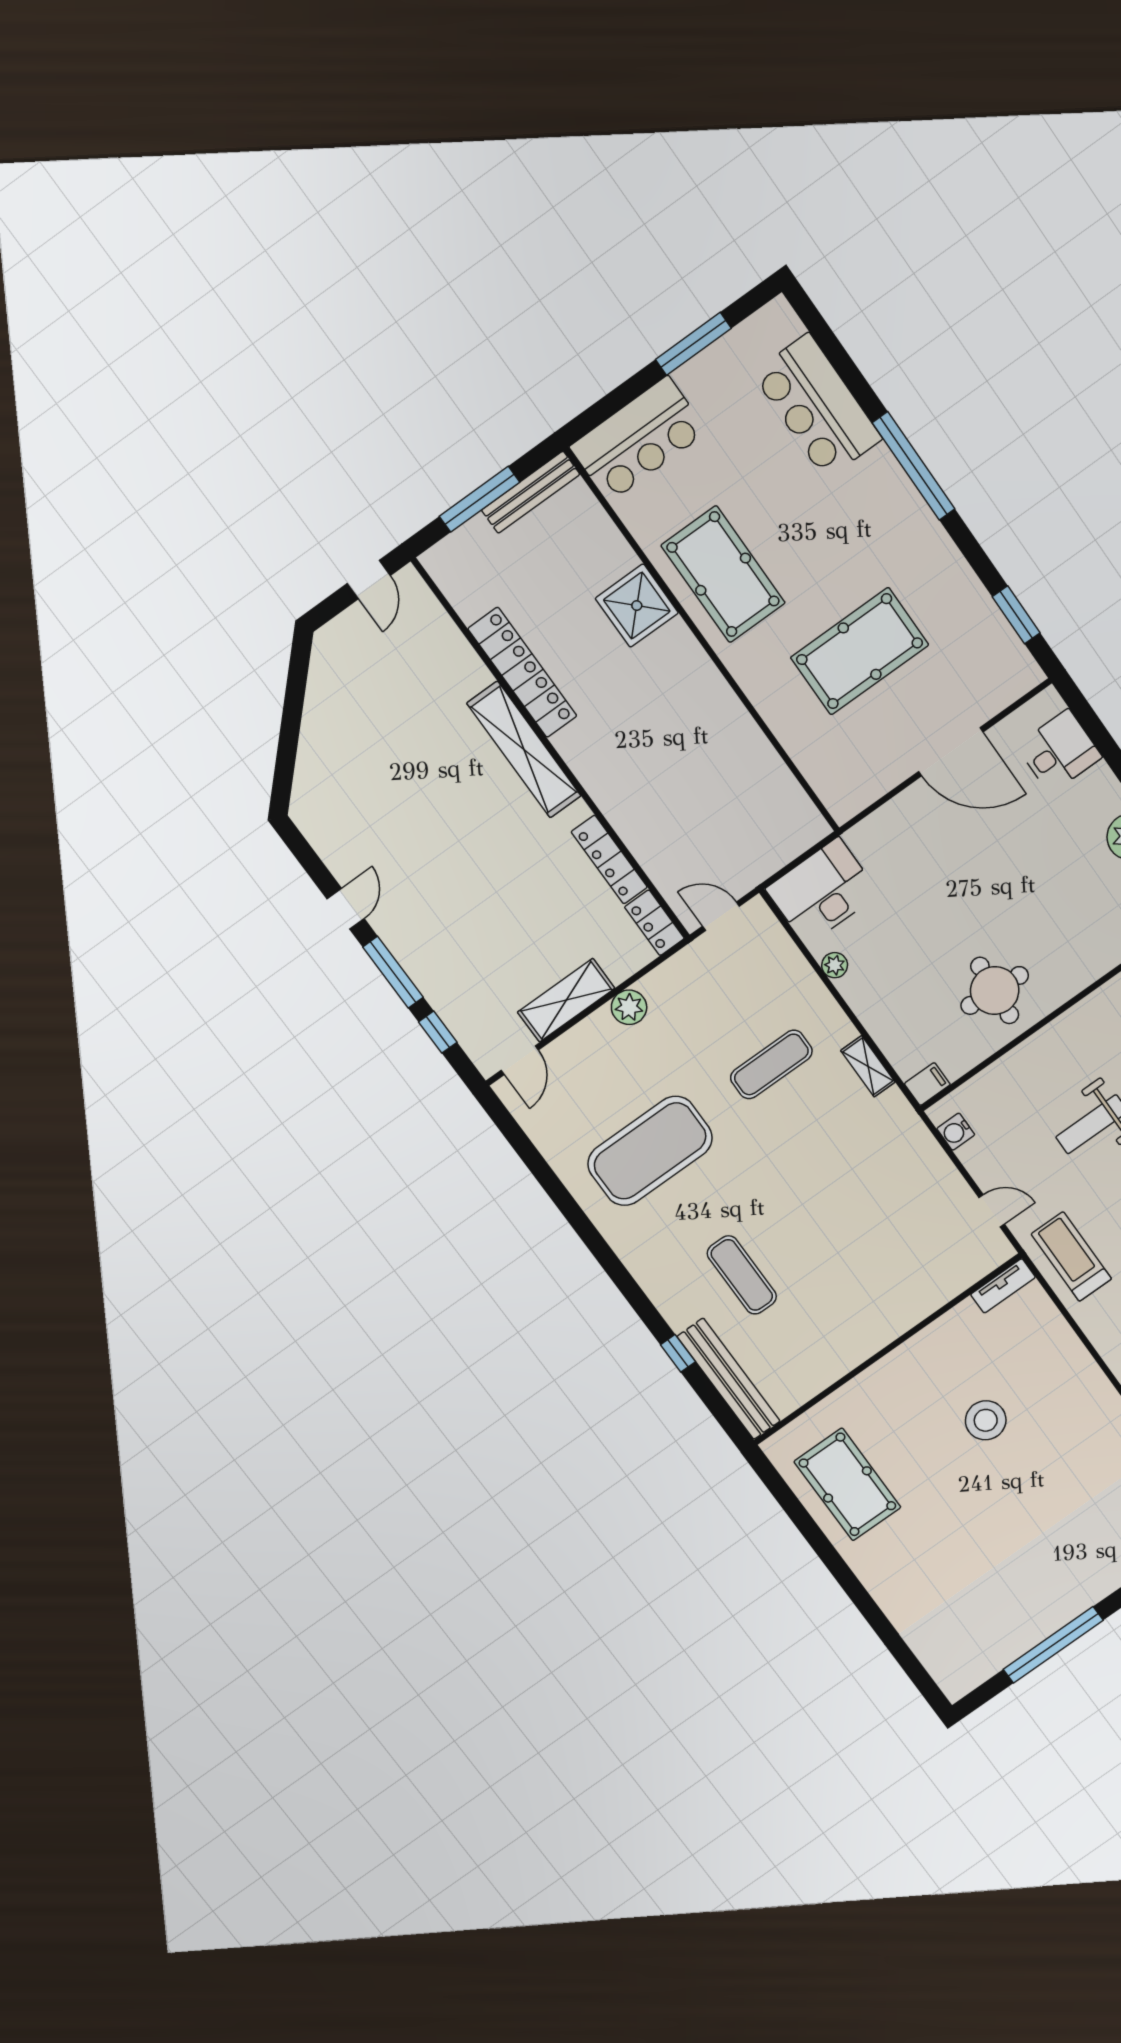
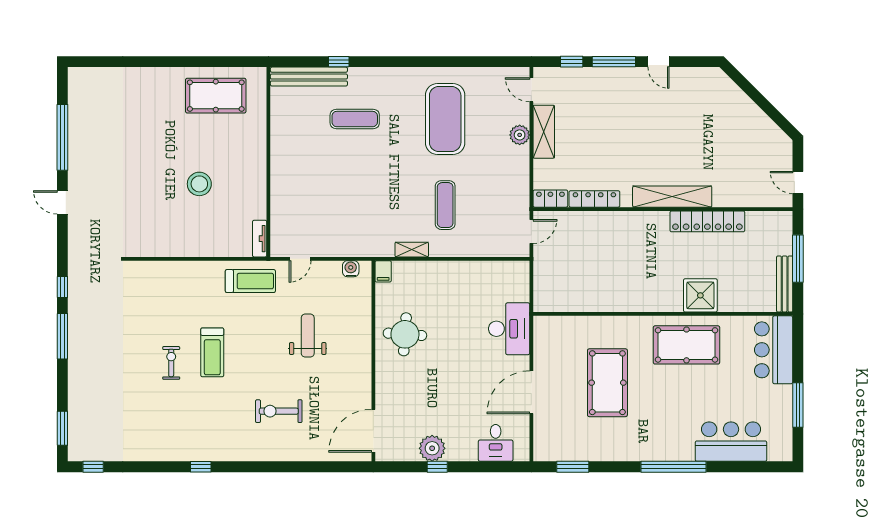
desk: (823, 891) -> (509, 329), moved
plant: (835, 965) -> (471, 268), removed
plant: (629, 1007) -> (520, 135), moved

